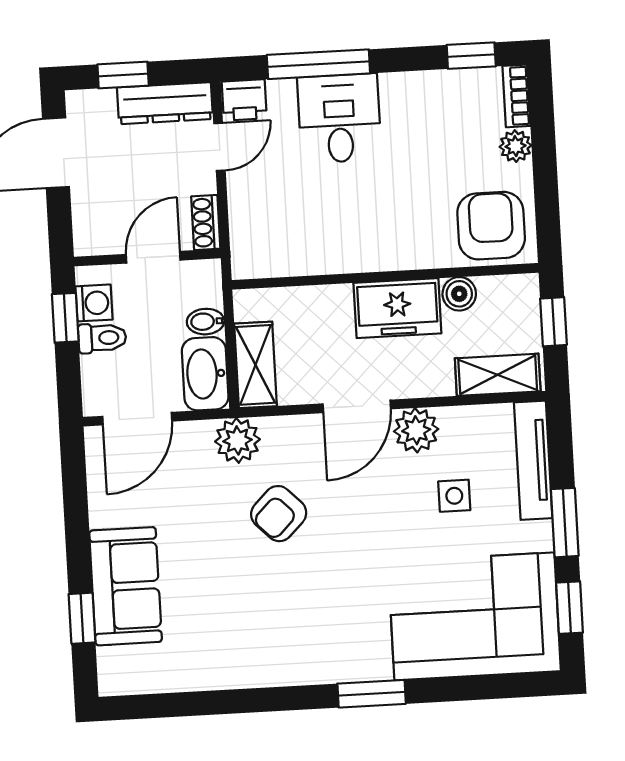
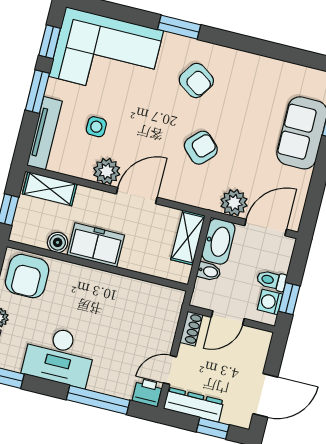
desk: (339, 118) -> (59, 356), moved, width x1.37
plant: (238, 440) -> (234, 203), moved
armchair: (318, 618) -> (196, 80), added

